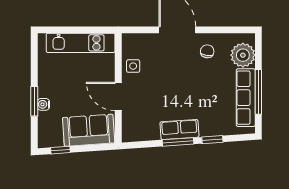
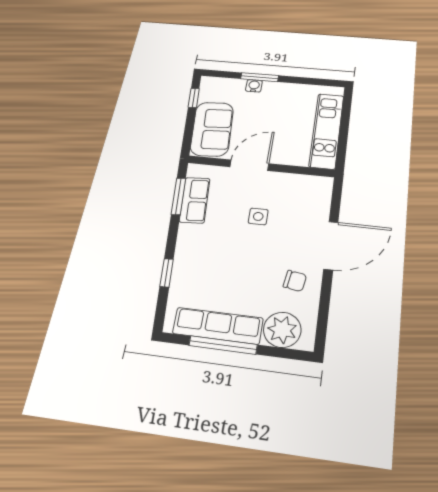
side table: (133, 66) -> (258, 216), moved
row of seats: (179, 129) -> (195, 200), moved
window: (178, 142) -> (178, 196), moved

